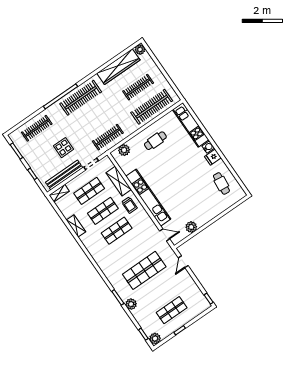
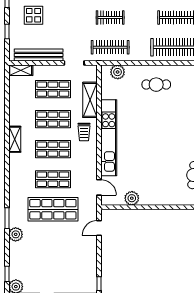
clothes rail: (94, 117) -> (110, 18), added
display table: (63, 148) -> (33, 15), moved
shelving: (76, 226) -> (15, 139), moved
shop shelf: (172, 310) -> (53, 179), moved

